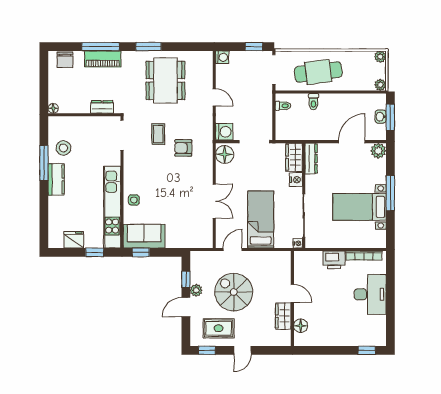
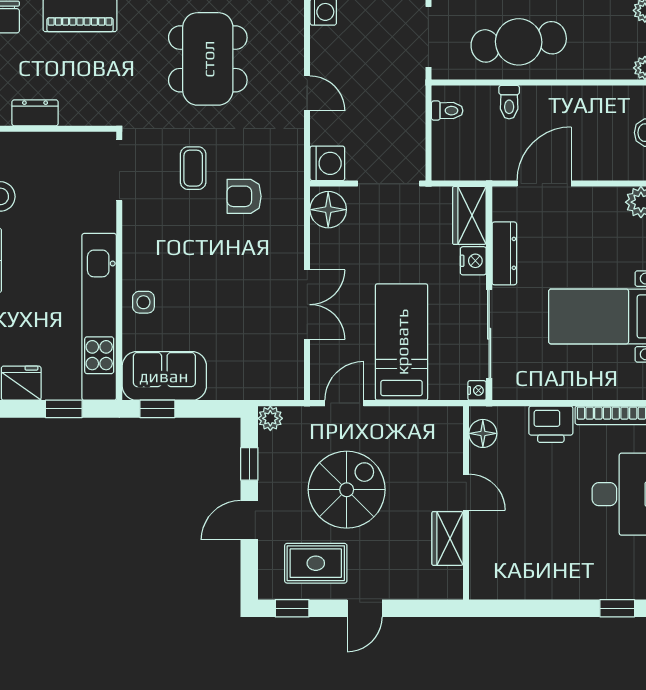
dresser: (102, 107) -> (35, 113), moved
door: (352, 142) -> (544, 184), moved
dresser: (311, 159) -> (504, 253), moved
plant: (196, 290) -> (270, 418), moved
spiral stairs: (234, 292) -> (347, 490), turned 90
floor lamp: (301, 326) -> (483, 433), moved

